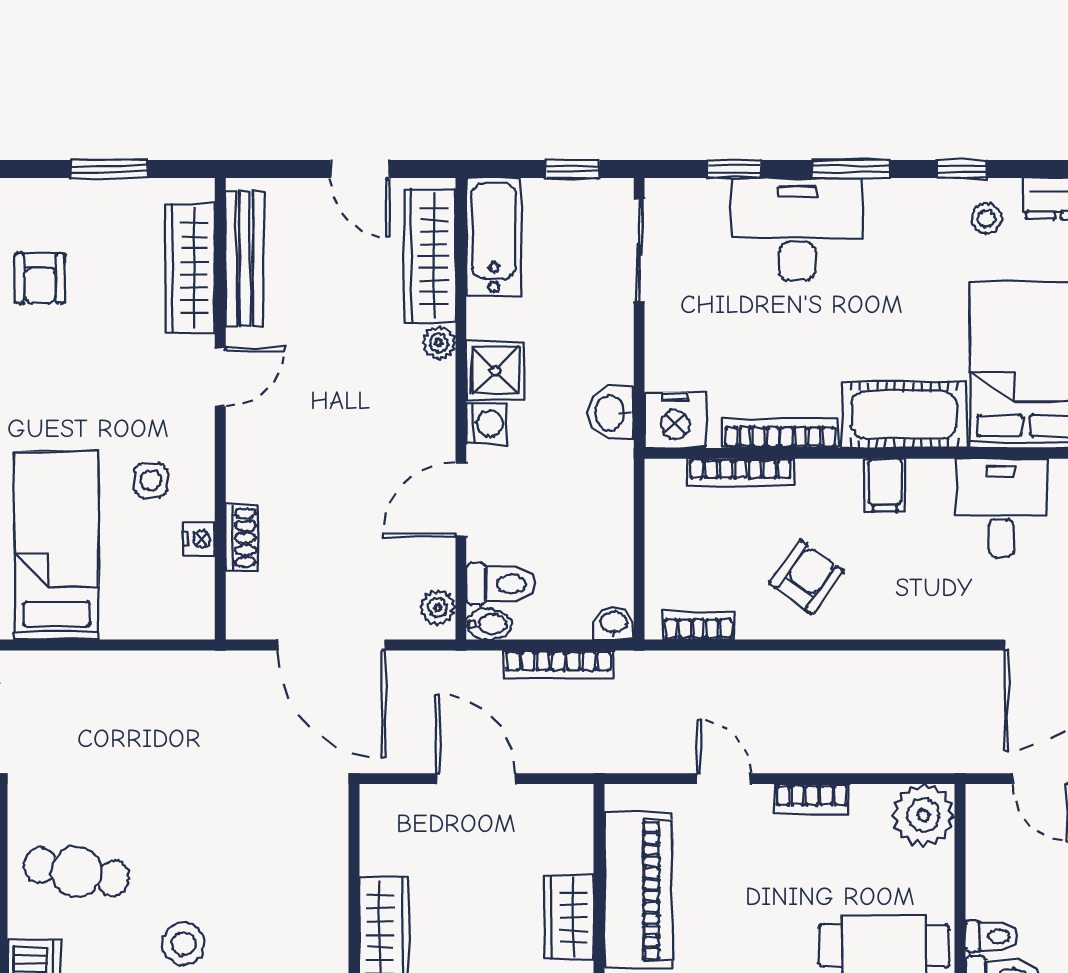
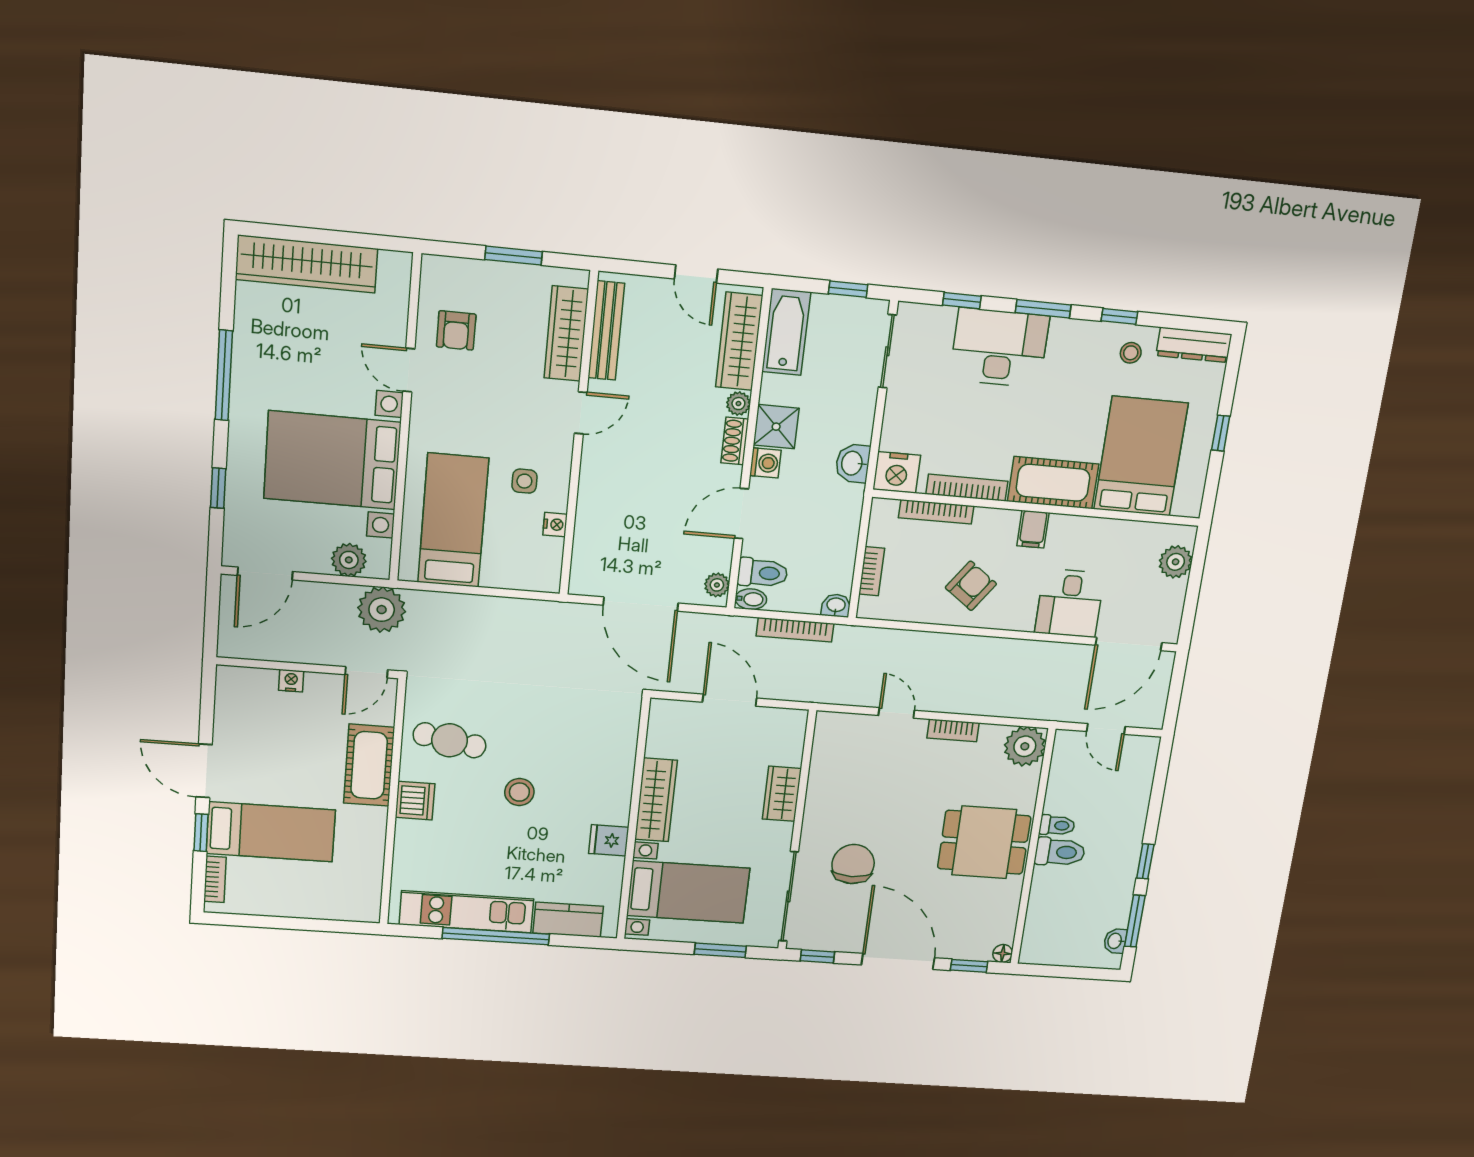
desk: (1001, 508) -> (1070, 603), moved, turned 180
shoe rack: (242, 538) -> (735, 441), moved, turned 180
bookcase: (699, 625) -> (872, 571), moved, turned 90
piano: (638, 890) -> (830, 780), removed

